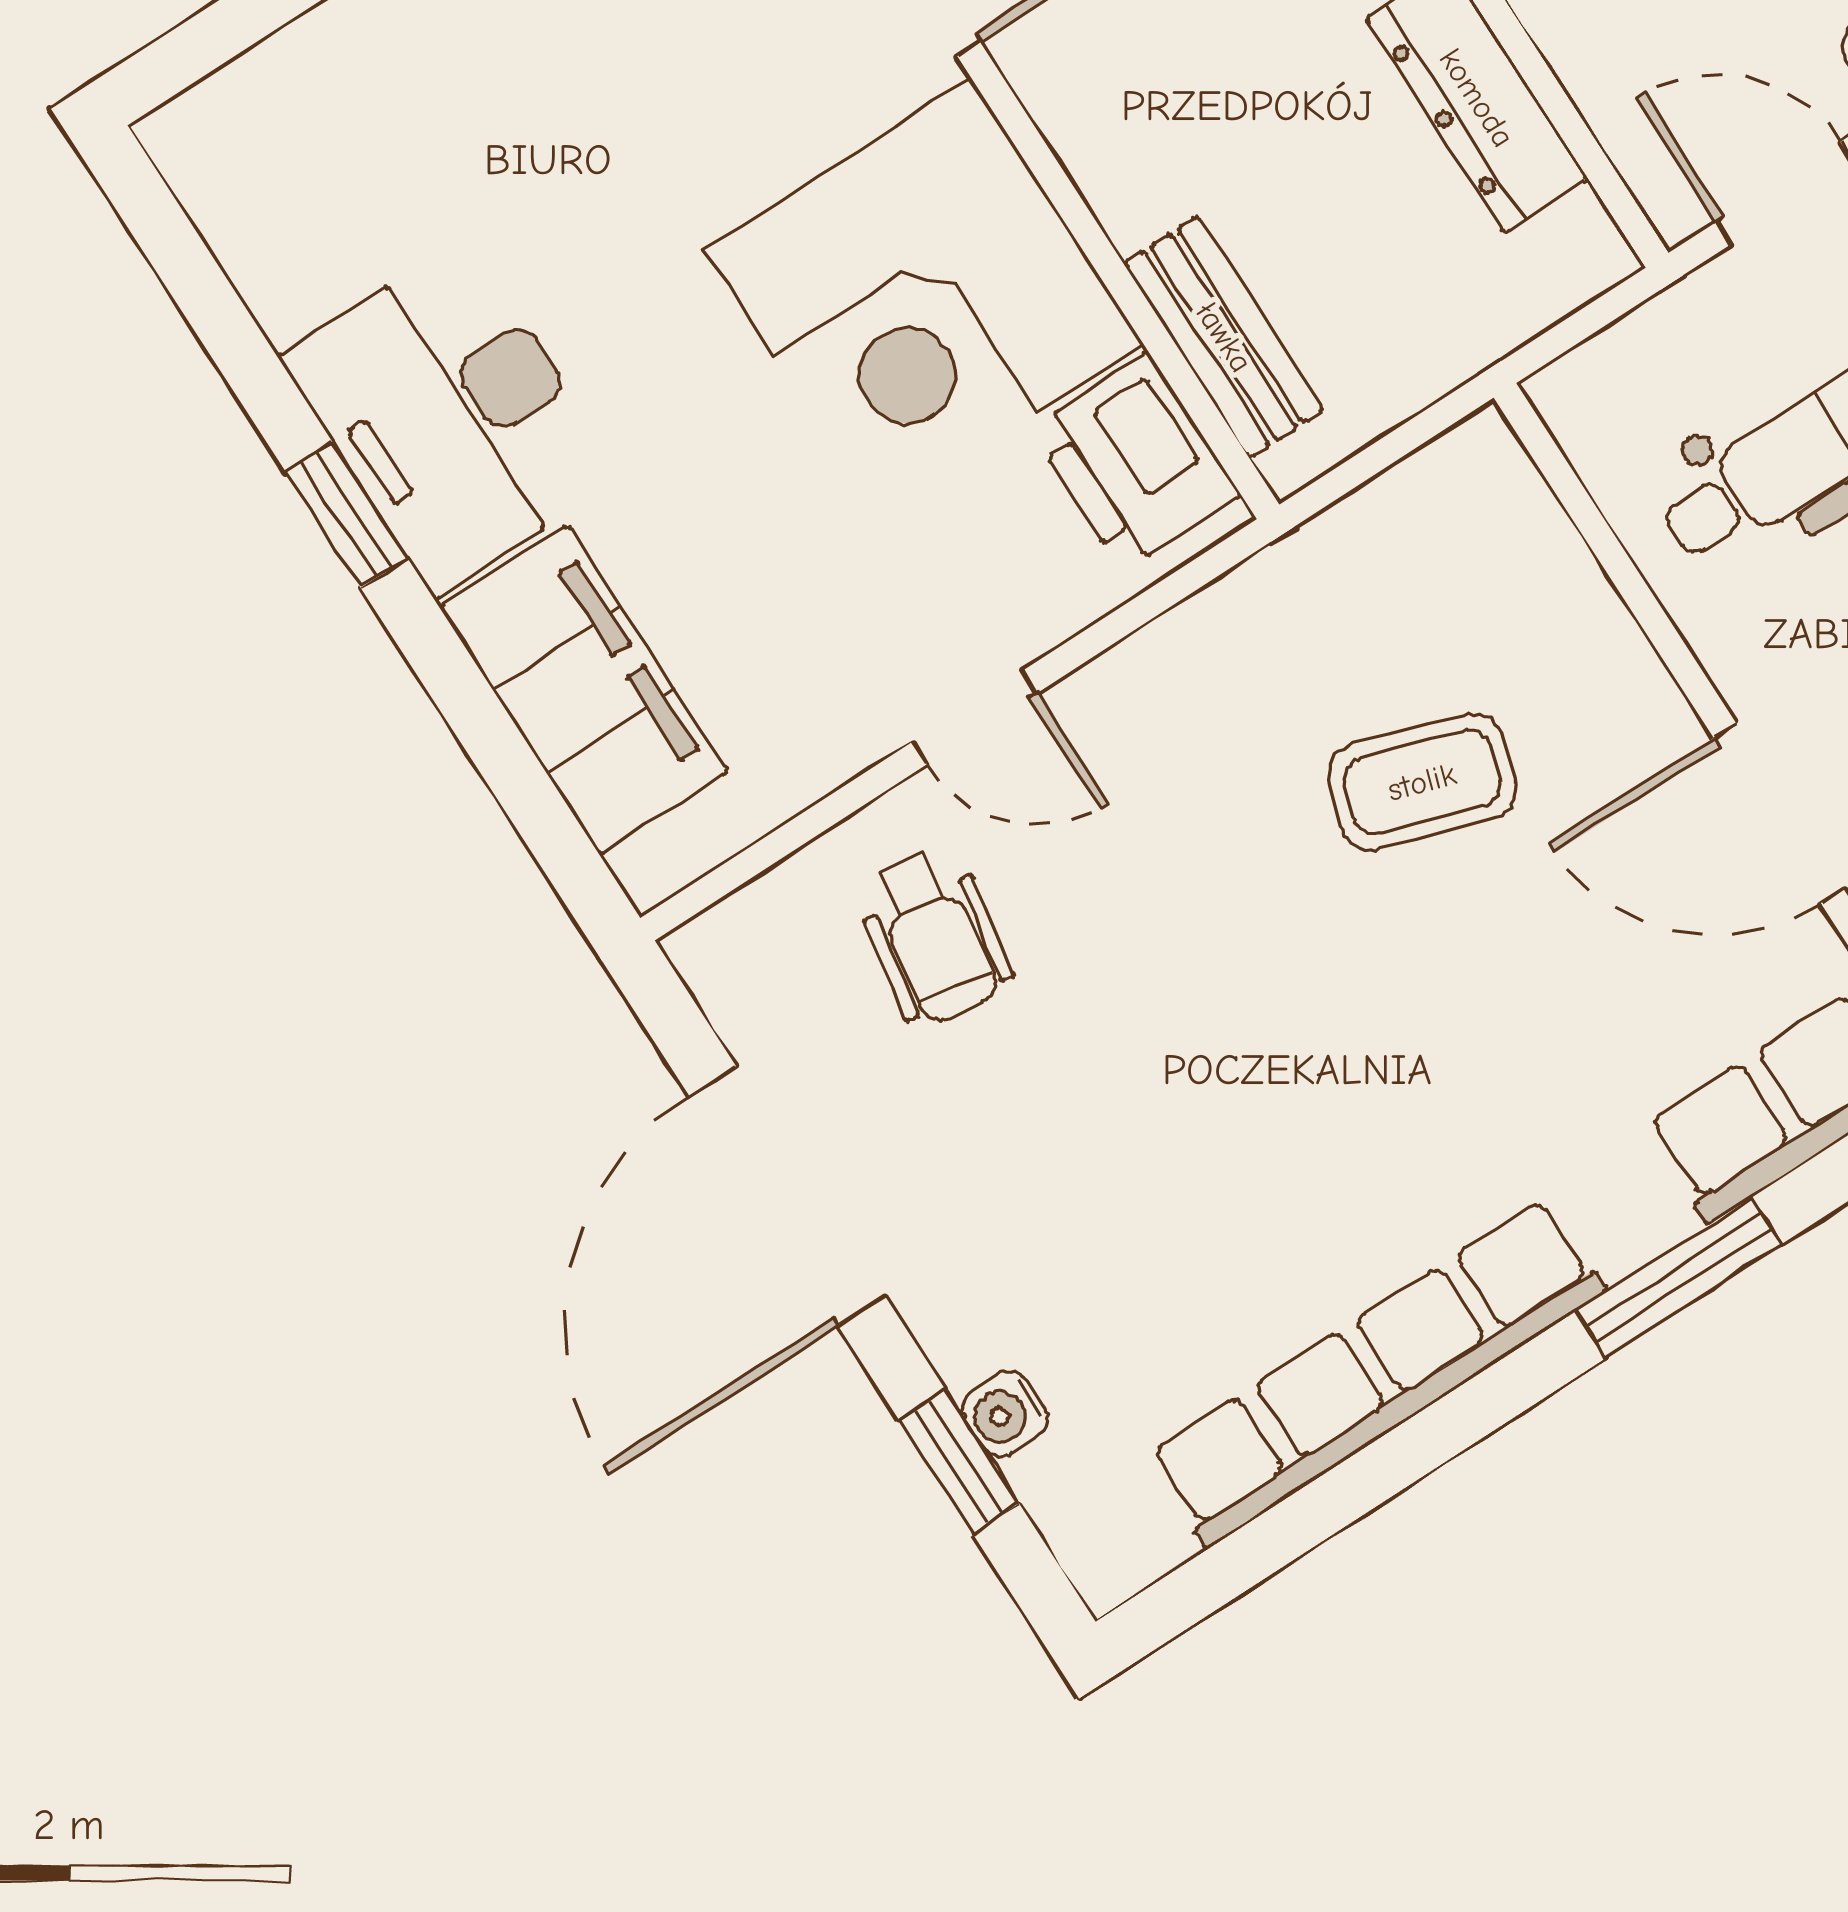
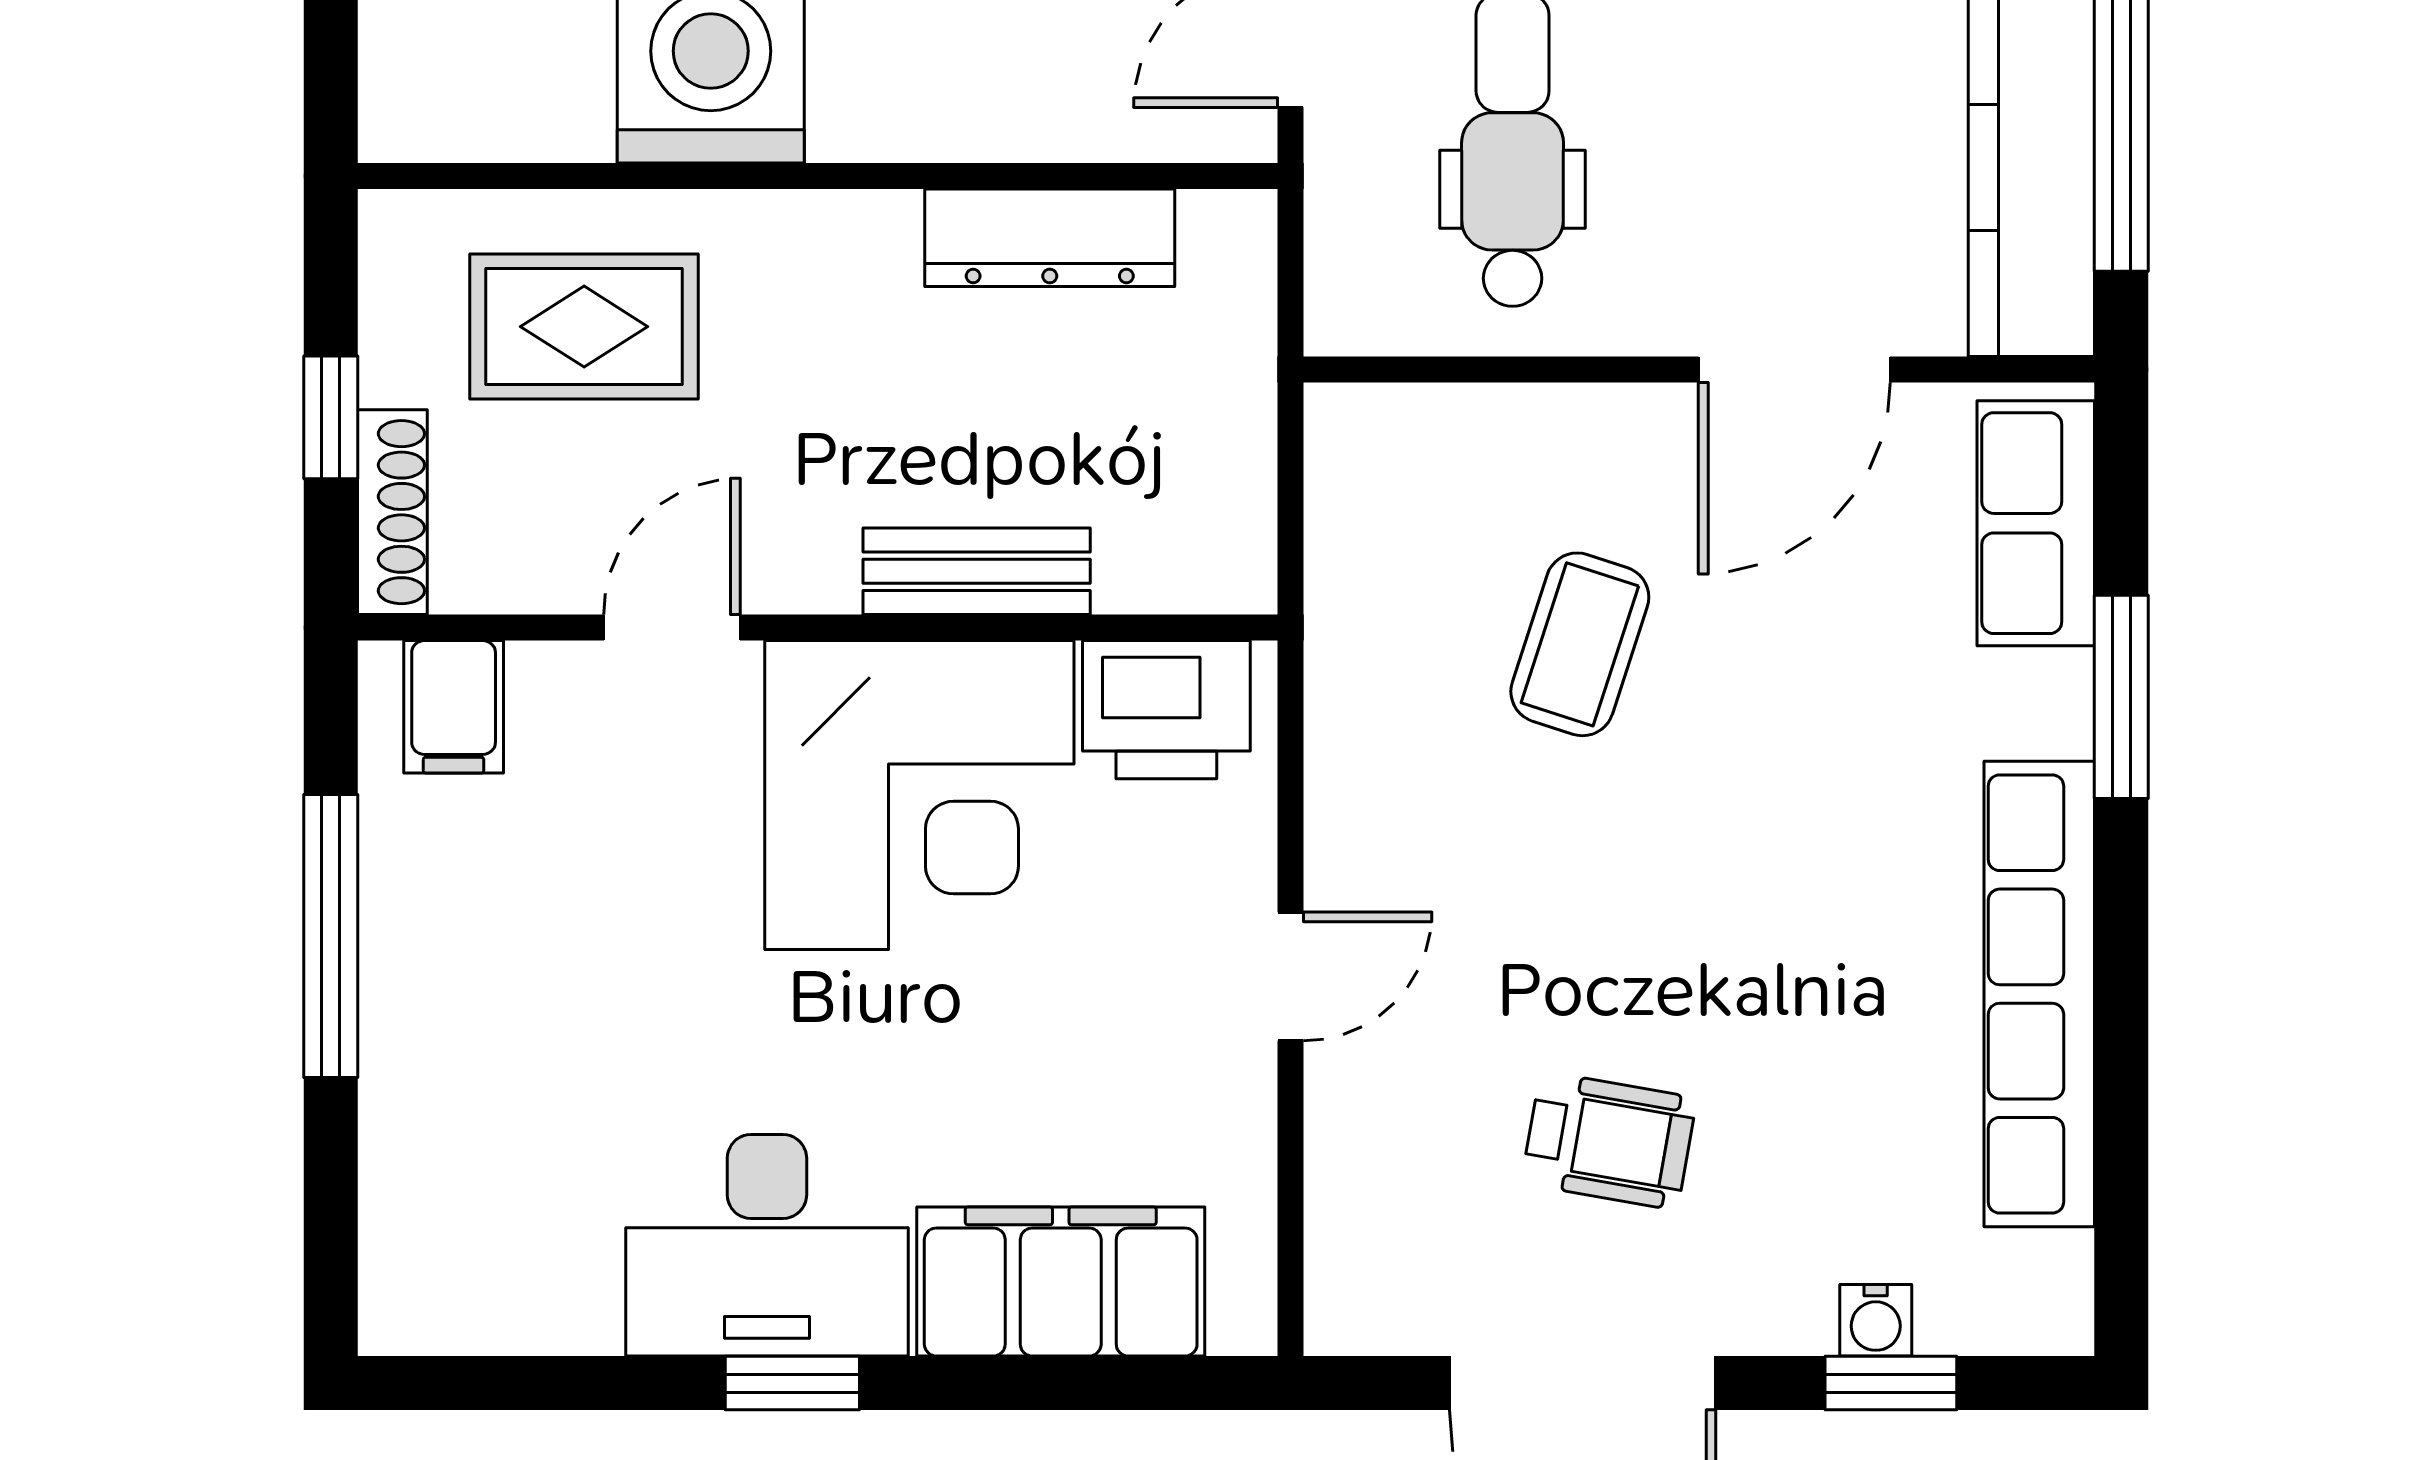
bench: (1224, 337) -> (977, 571), moved
wheelchair: (934, 936) -> (1609, 1141), moved

